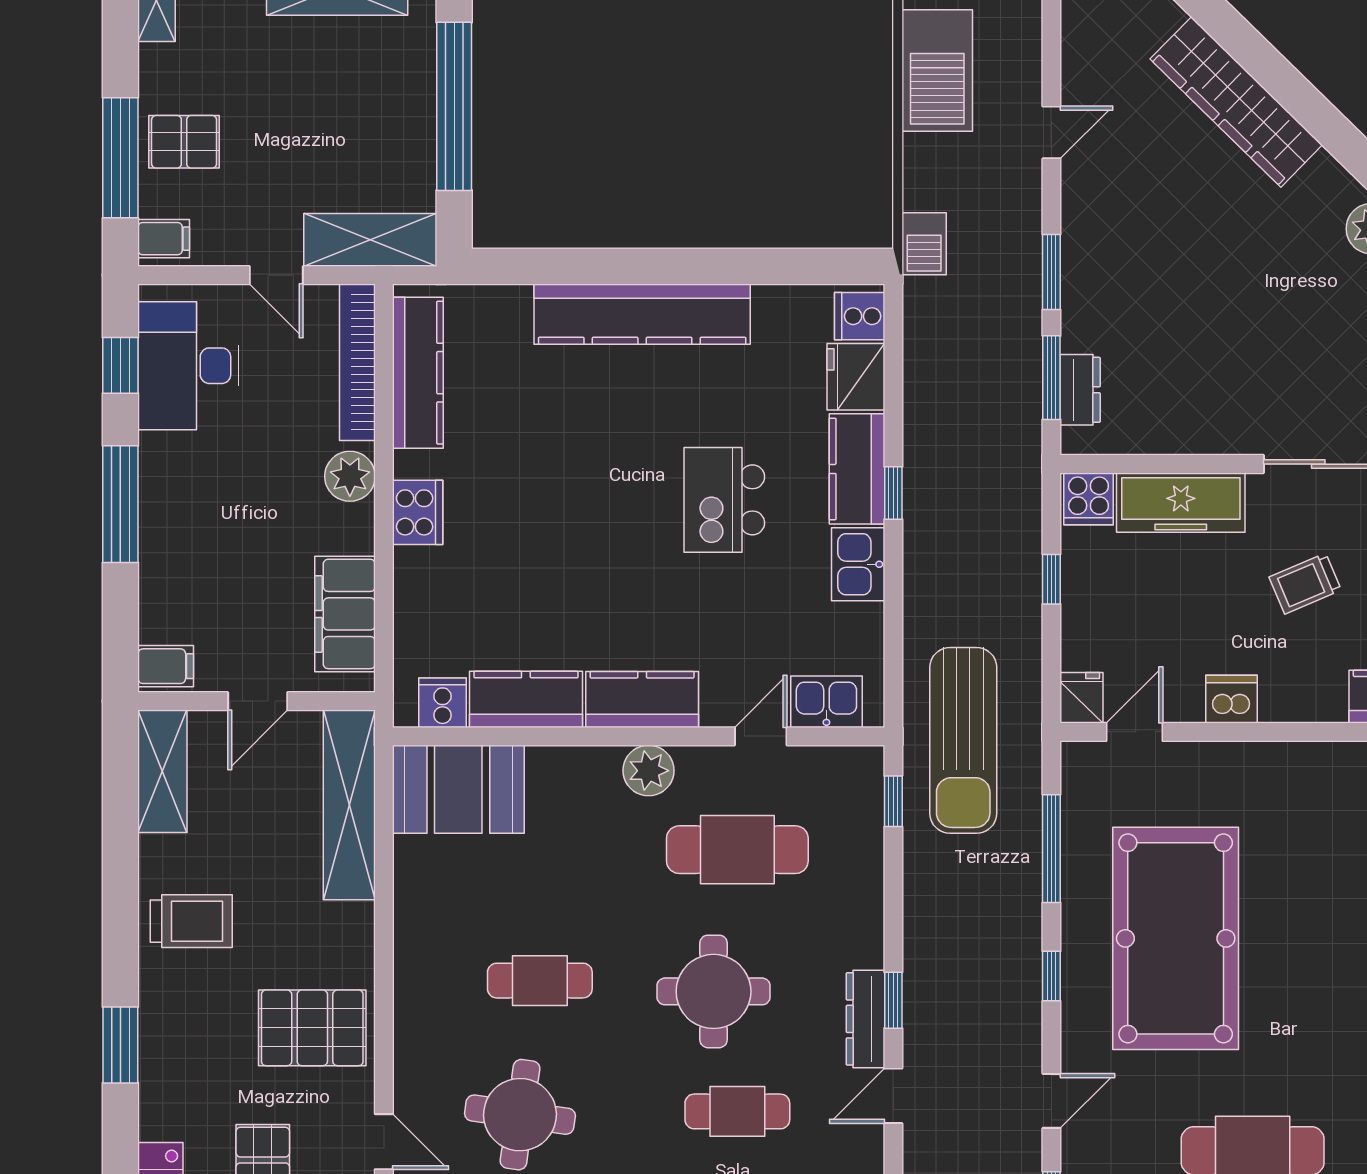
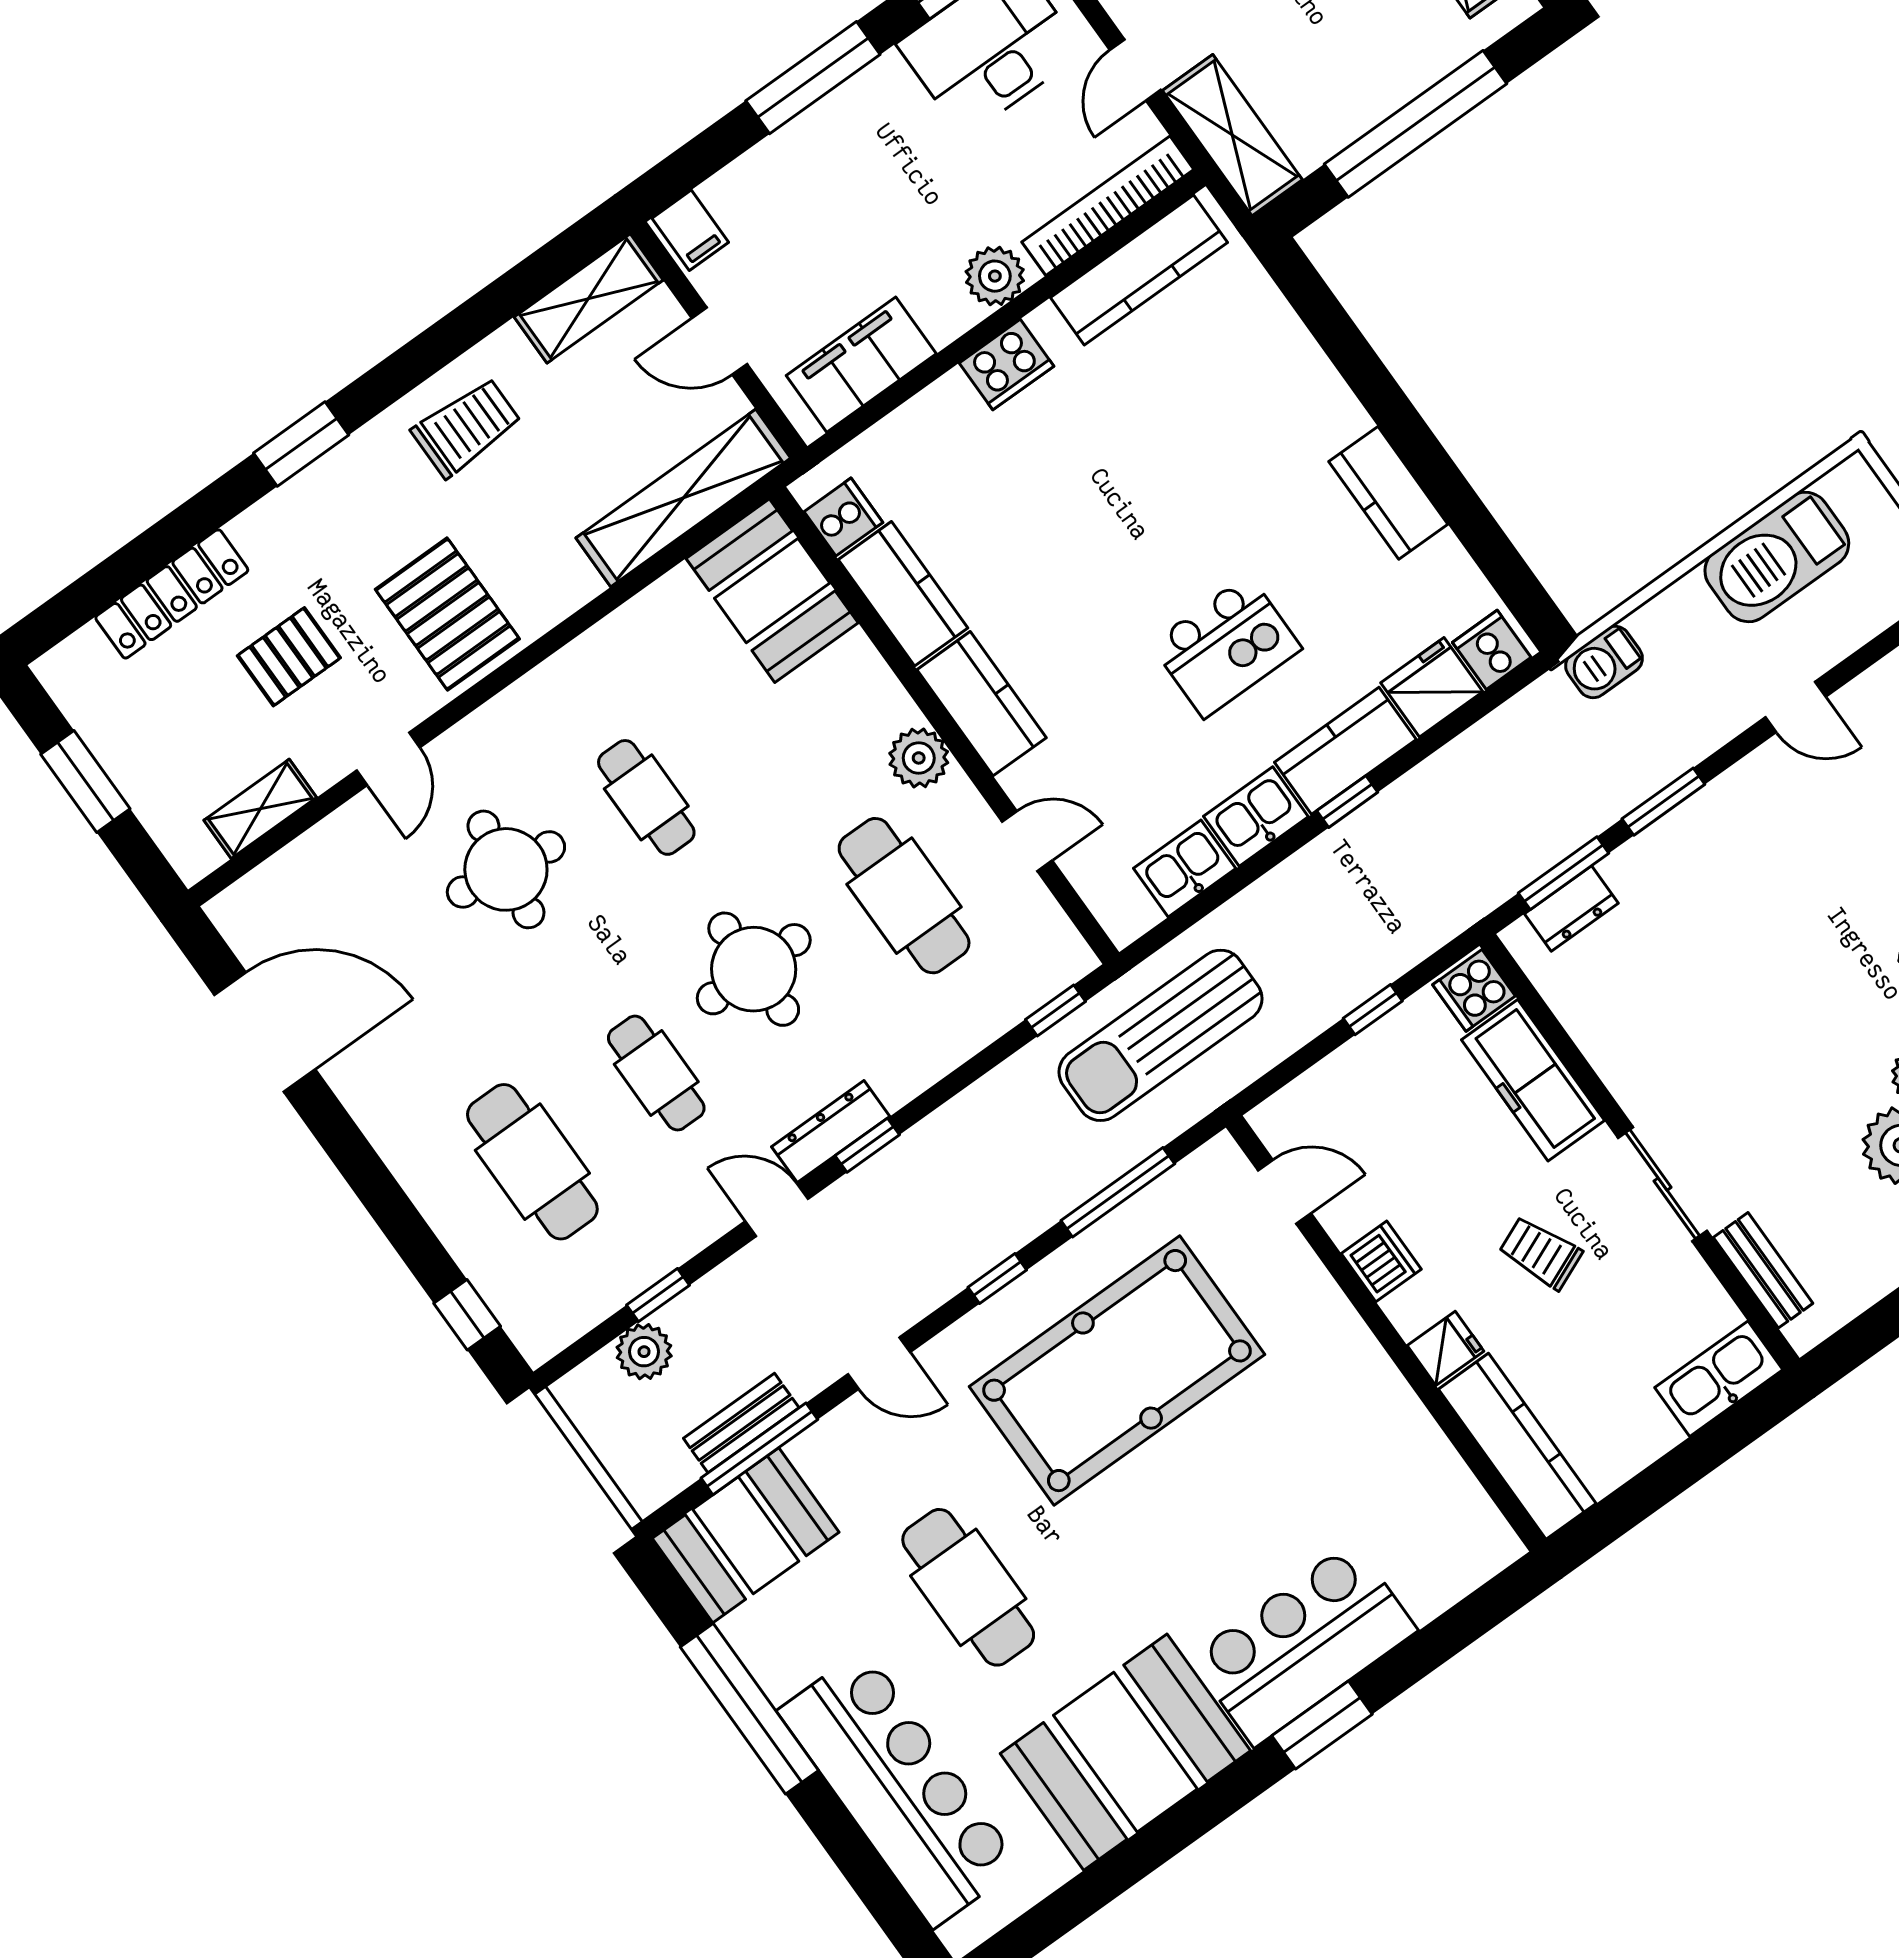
kitchen counter: (642, 314) -> (1388, 493), width x0.48, depth x0.86
kitchen island: (724, 500) -> (1226, 646), turned 180
fridge: (1082, 698) -> (1446, 1348), moved
kitchen sink: (826, 702) -> (1185, 868), moved, turned -90
trolley: (191, 921) -> (466, 427), turned -90

